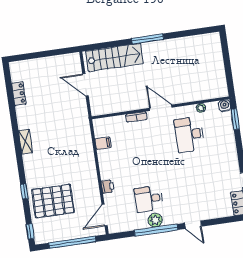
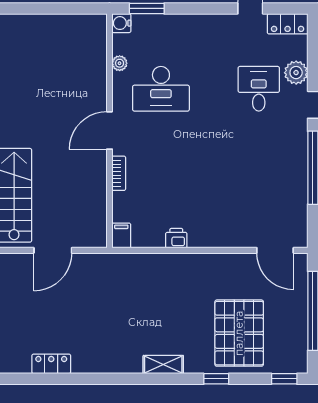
shelving: (25, 142) -> (163, 365), moved
filing cabinet: (103, 143) -> (121, 235), moved
printer: (108, 187) -> (176, 238), moved
desk: (149, 199) -> (259, 89), moved, turned 180
plant: (155, 220) -> (296, 73), moved

